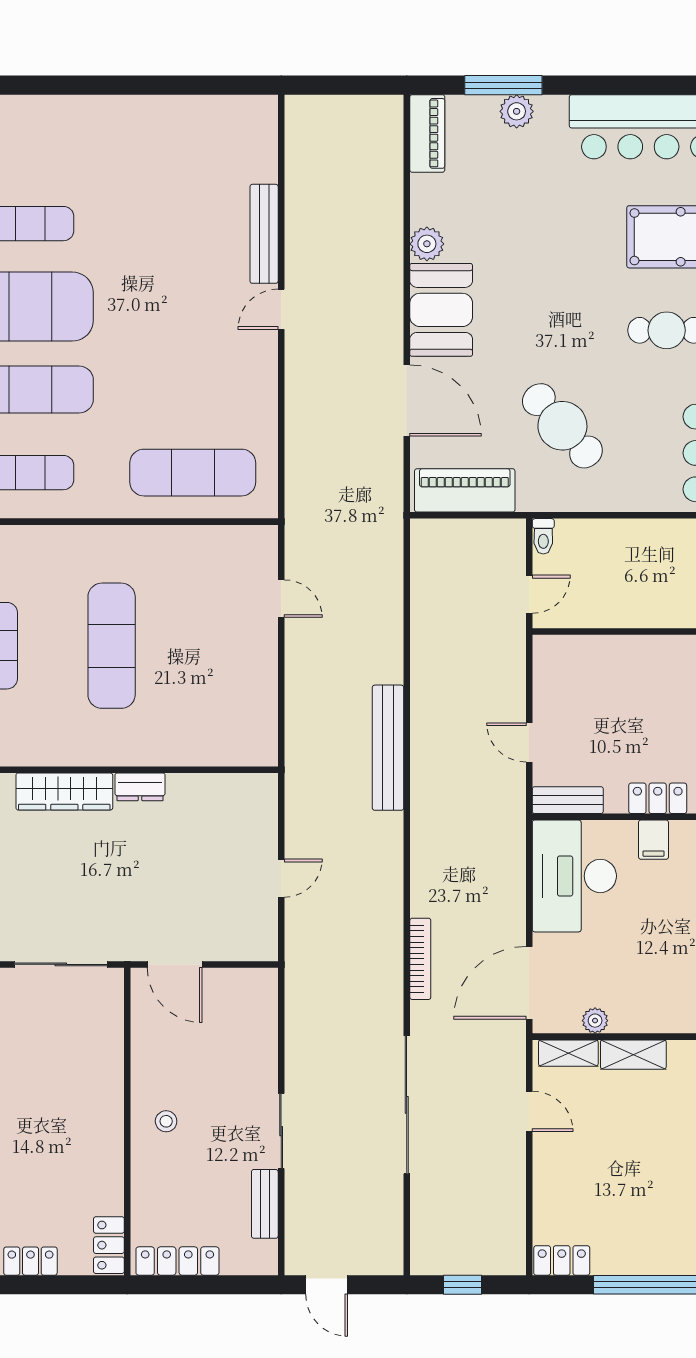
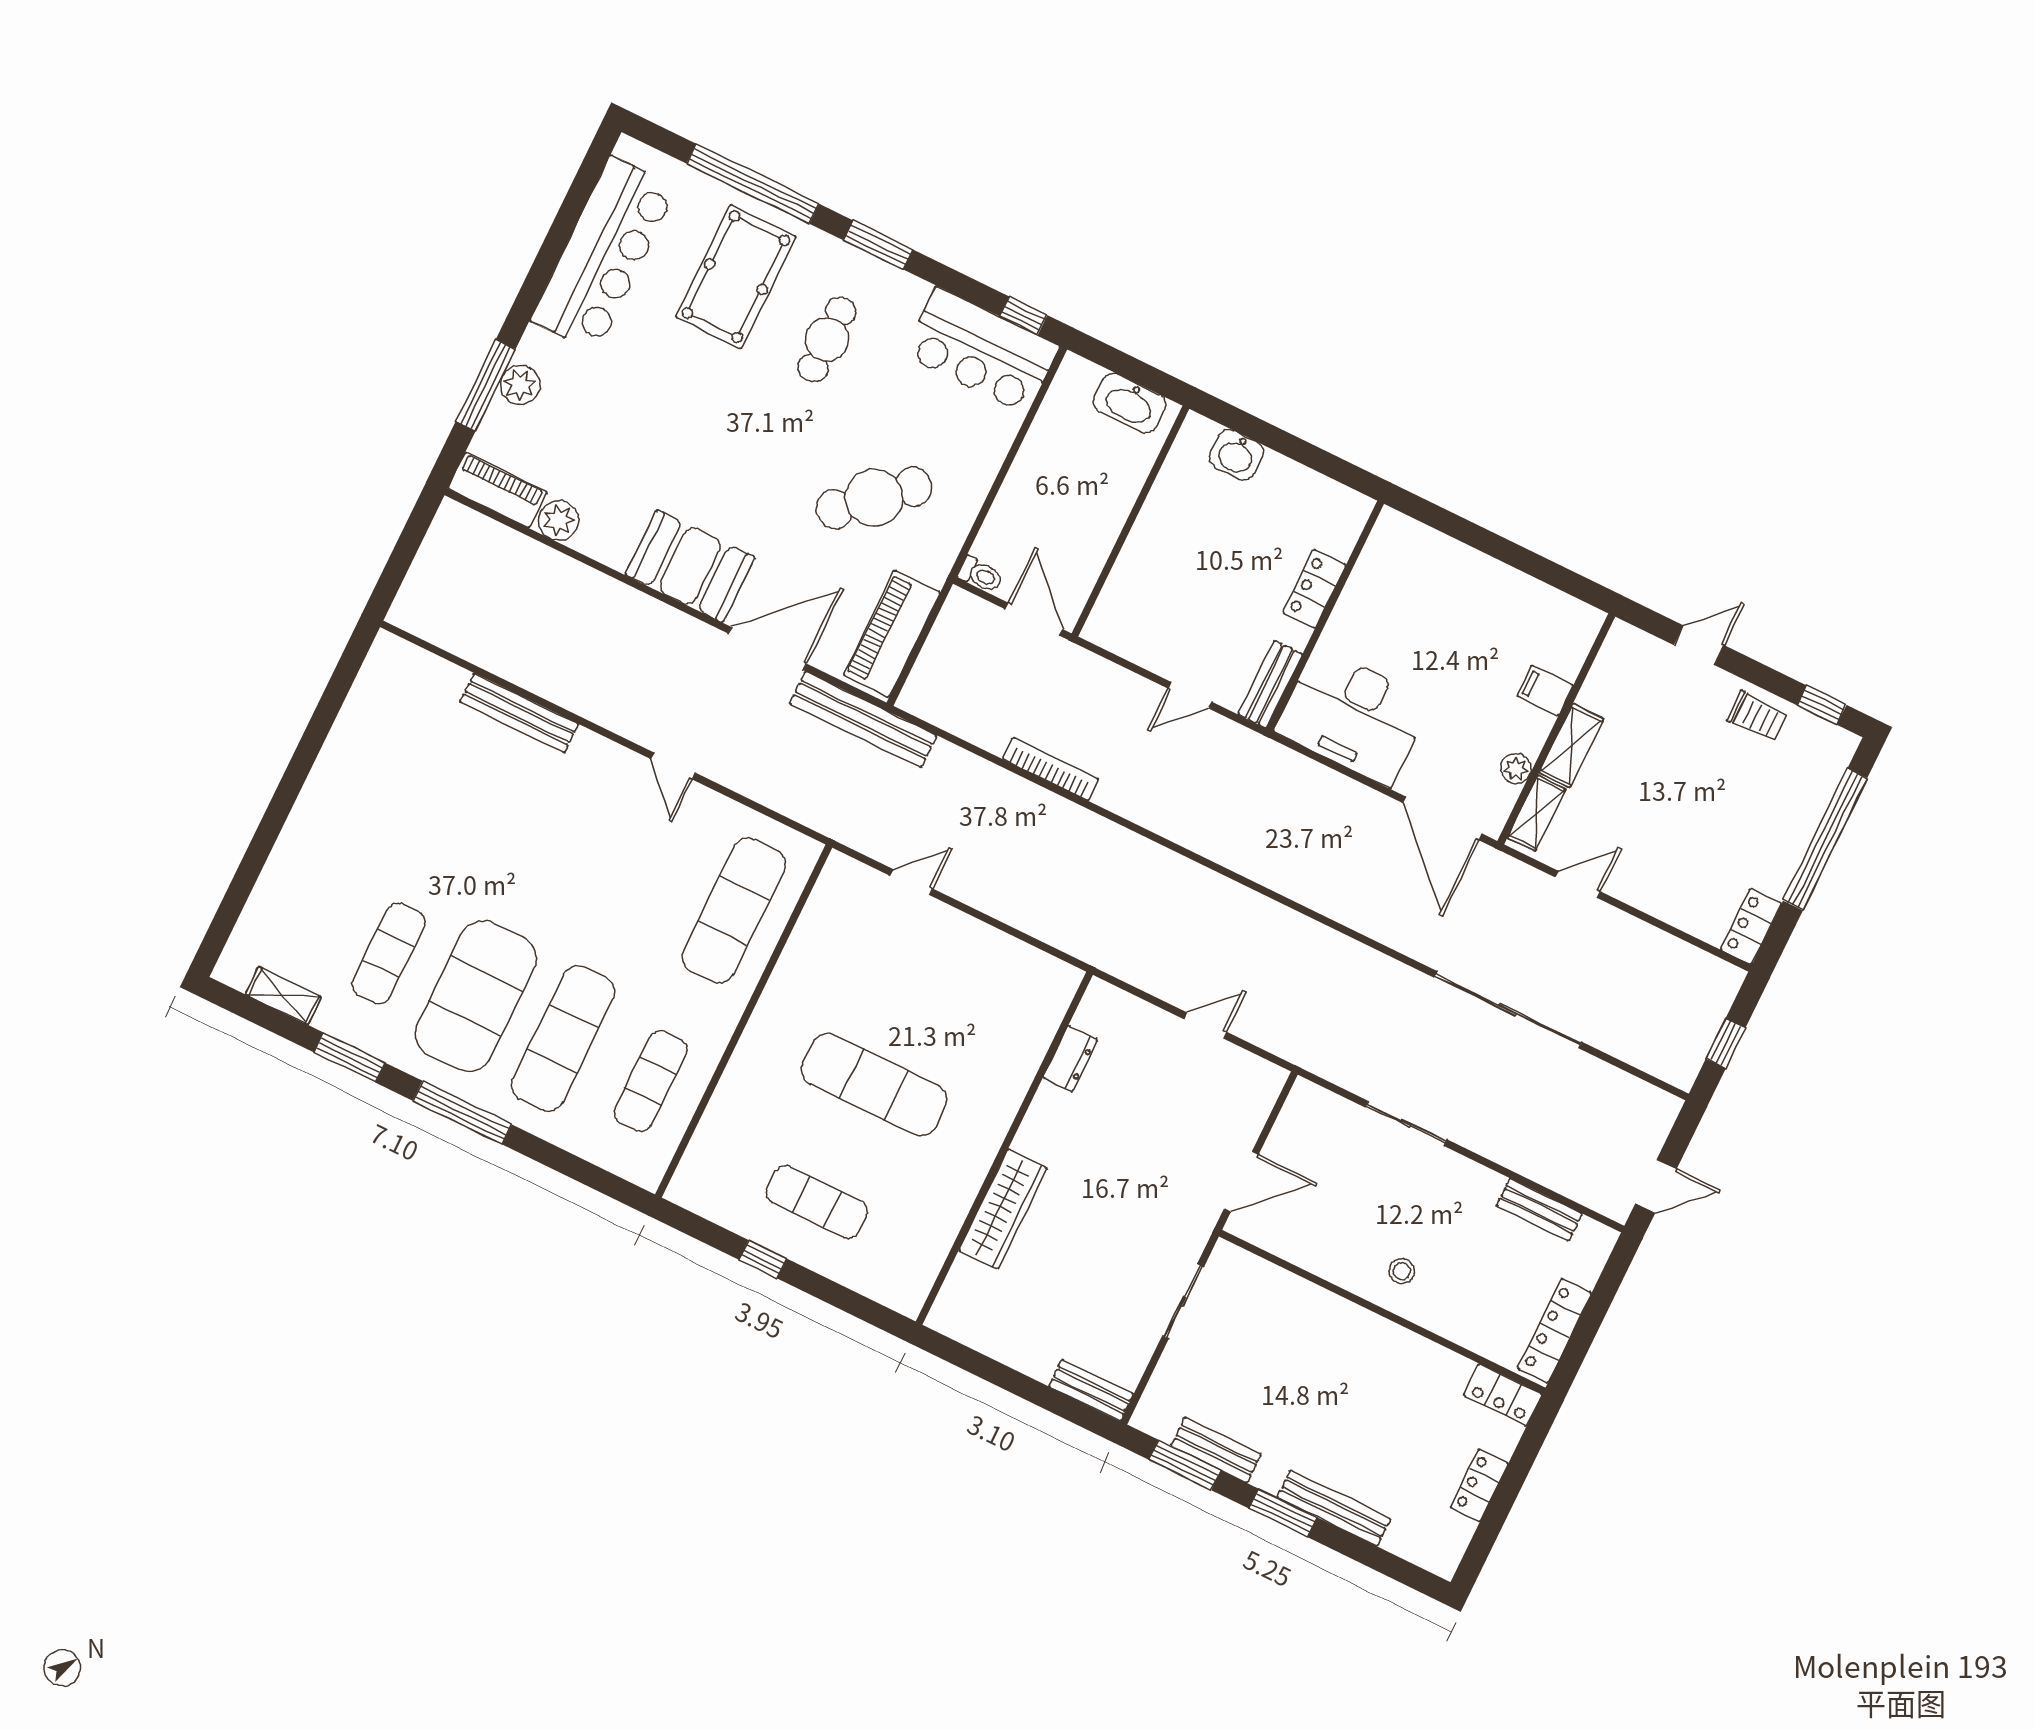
plant: (427, 244) -> (559, 520), moved
door: (281, 309) -> (673, 766), moved
door: (529, 594) -> (1034, 619), width x1.37
bench: (388, 748) -> (863, 720), moved
dresser: (140, 787) -> (1070, 1059), moved
filing cabinet: (653, 840) -> (1545, 691), moved, turned 180
door: (281, 878) -> (1205, 1025), hinge flipped
bookcase: (420, 959) -> (1051, 769), moved
sliding door: (61, 964) -> (1183, 1301), width x0.73
sliding door: (281, 1131) -> (1406, 1123), moved

